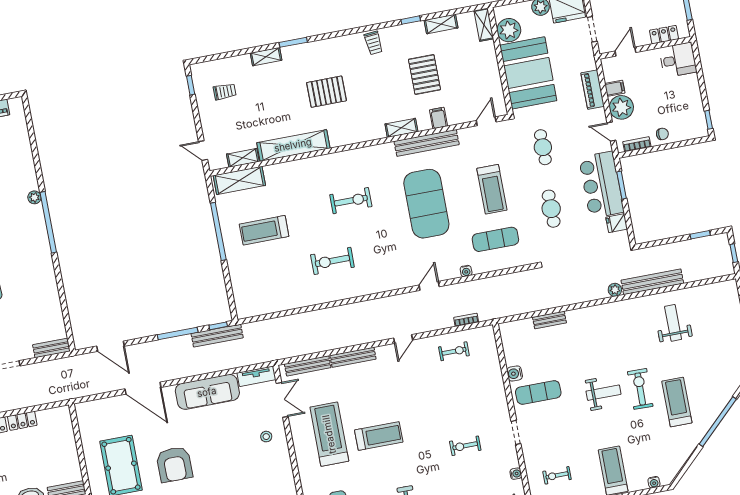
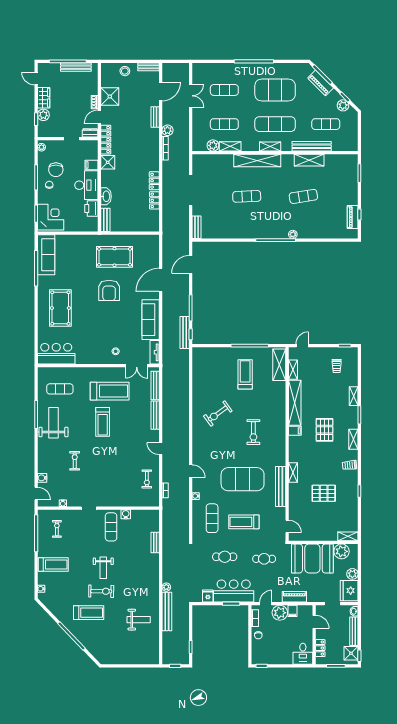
shelving: (441, 24) -> (353, 439), moved
filing cabinet: (438, 118) -> (295, 431), moved
exercise bike: (332, 261) -> (218, 414), turned -126
exercise bike: (465, 446) -> (75, 461), moved
armchair: (174, 464) -> (109, 290), turned -90

